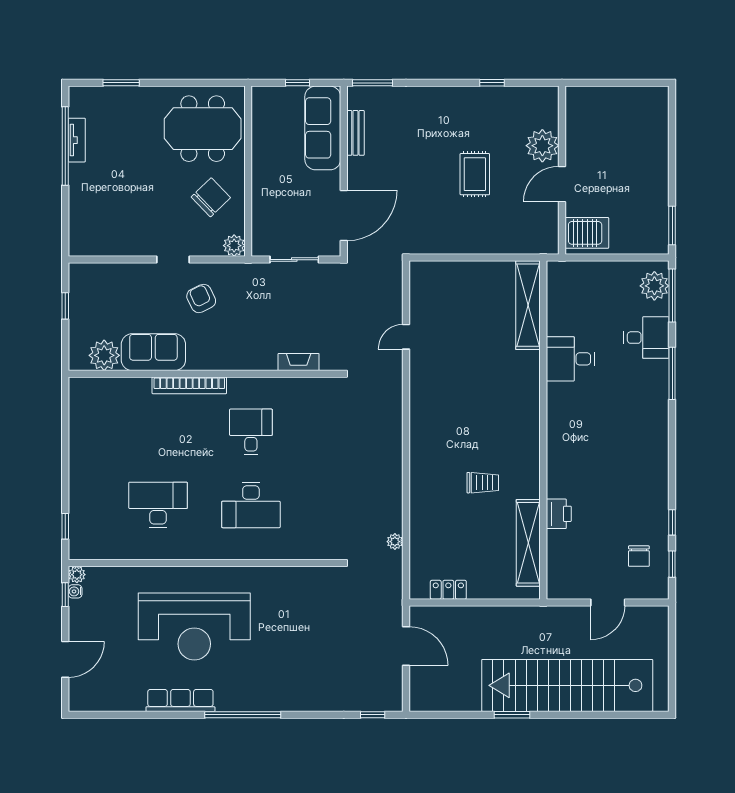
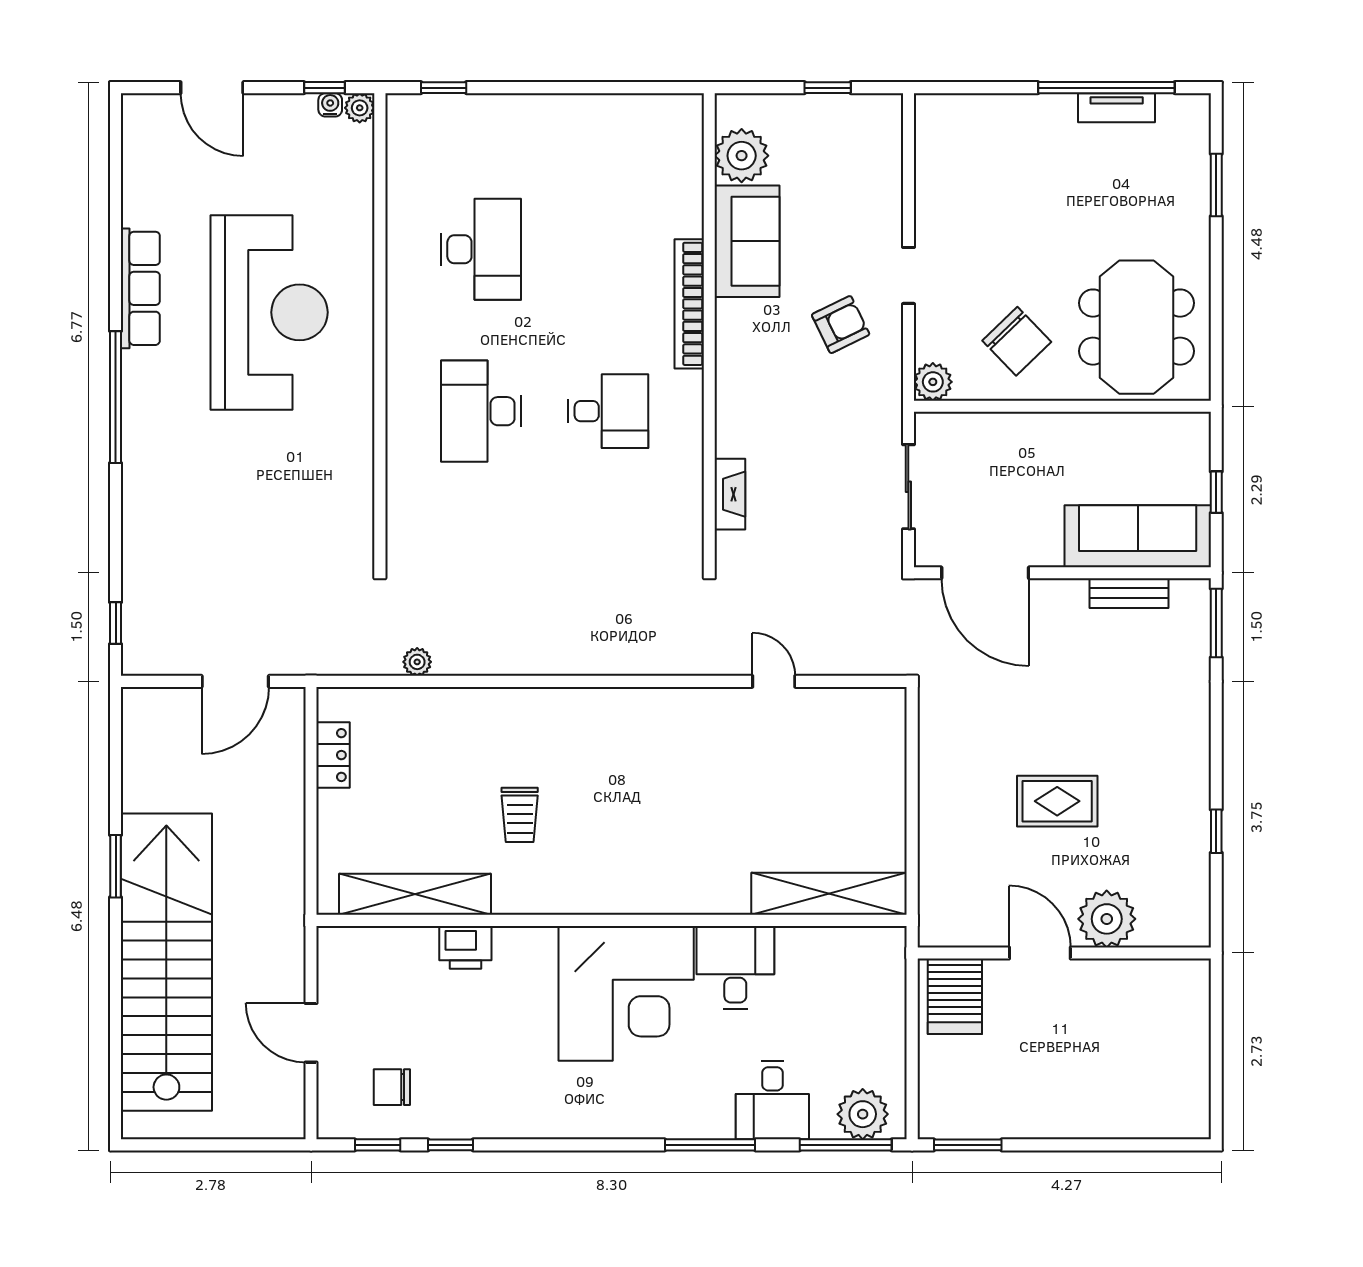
corner desk: (585, 422) -> (626, 993), added
reception desk: (194, 627) -> (269, 312), turned 180

